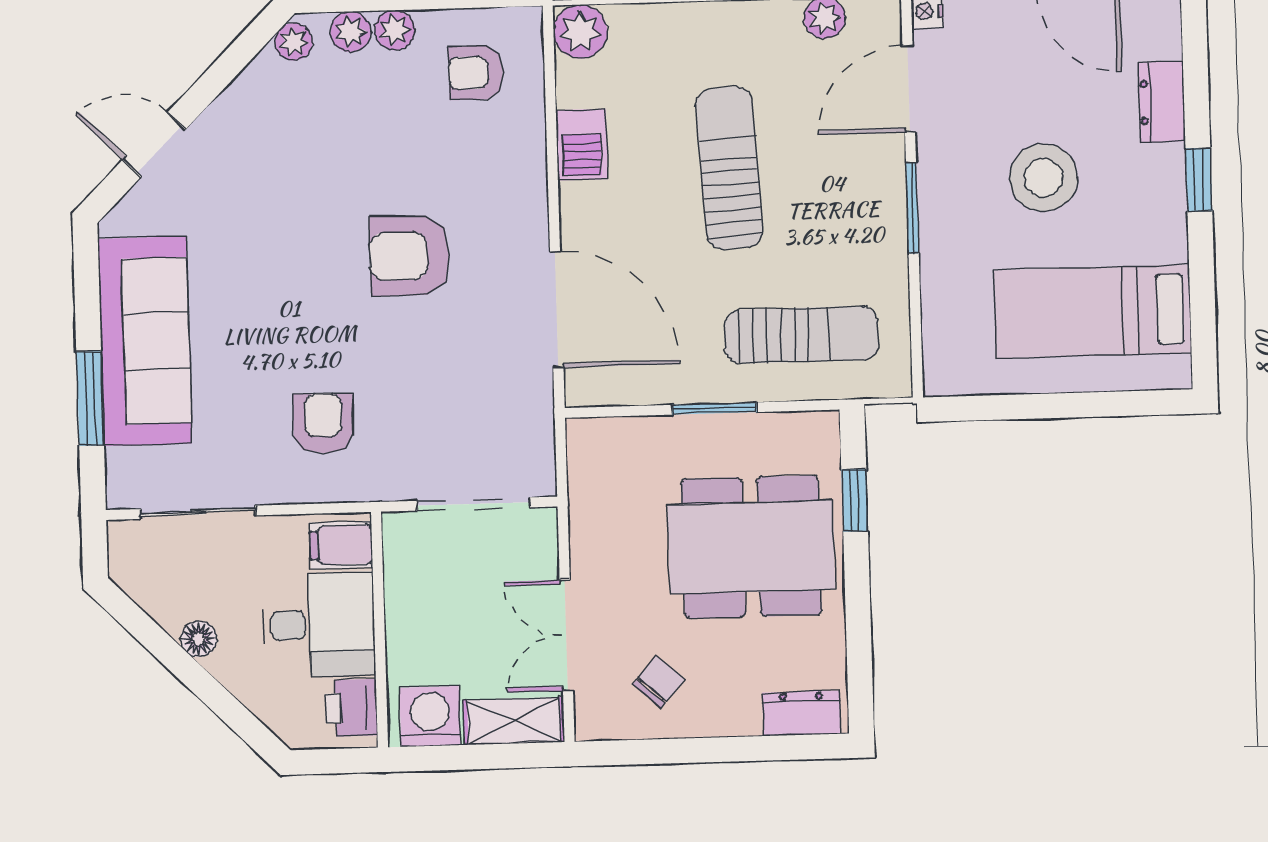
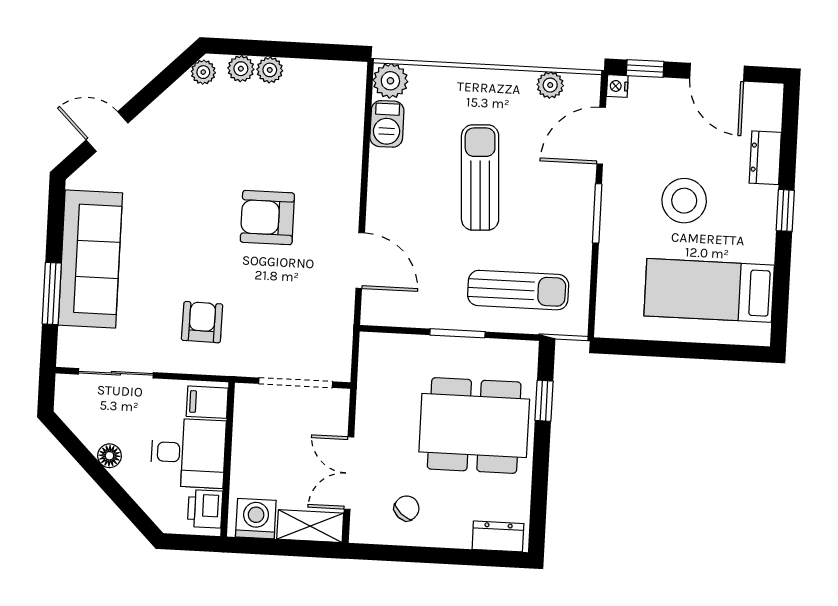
armchair: (476, 73) -> (320, 102), removed
barbecue: (582, 145) -> (387, 124), moved
door: (557, 310) -> (360, 261), width x0.73

